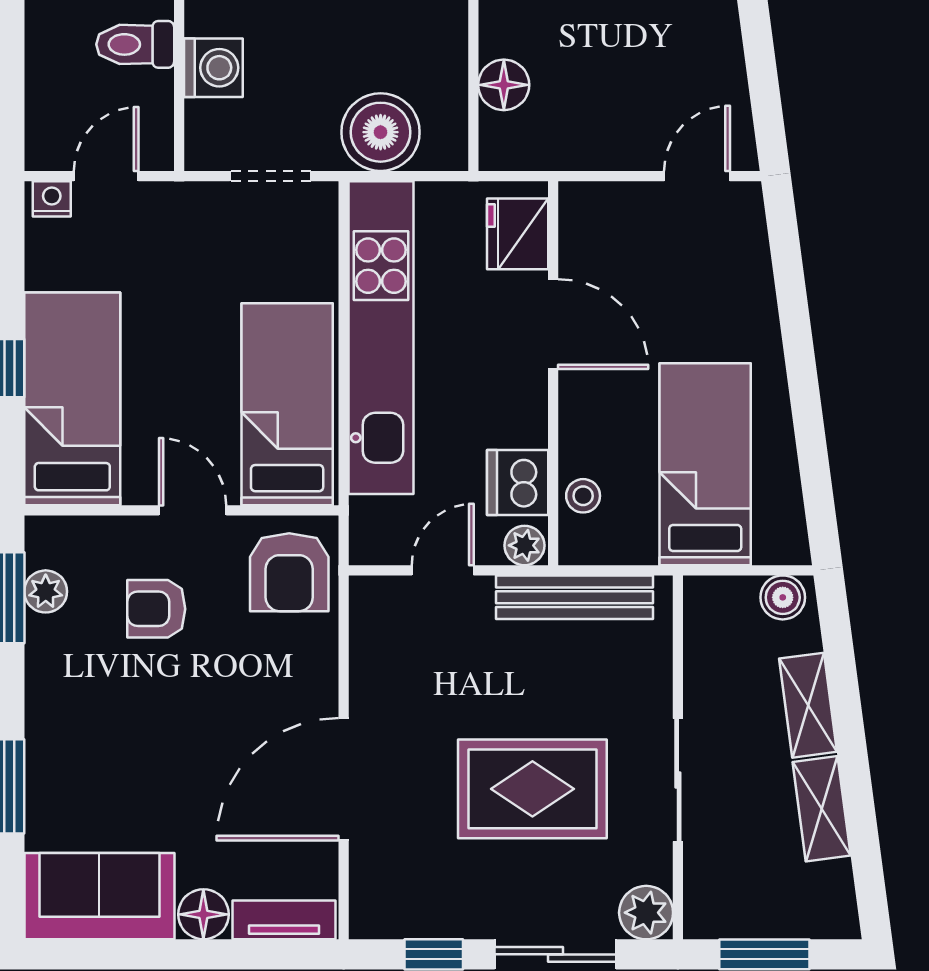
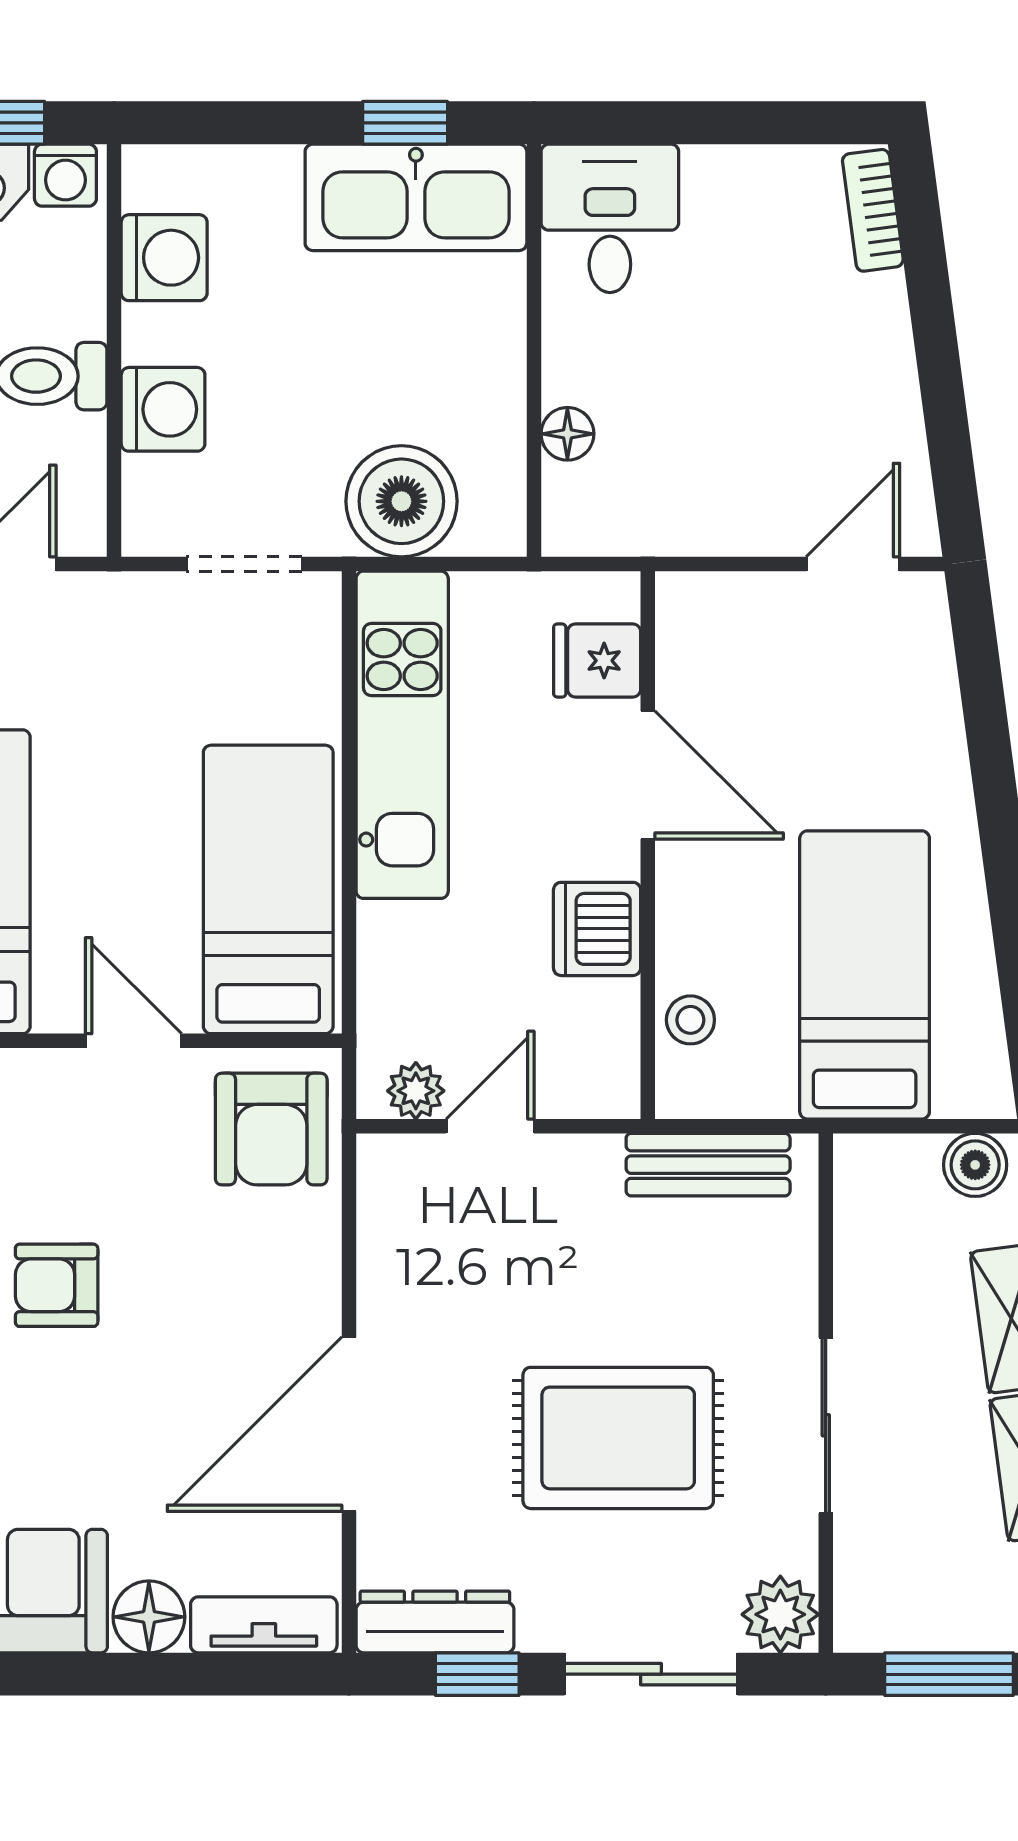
floor lamp: (504, 85) -> (567, 434), width x0.73, depth x0.73
fridge: (518, 234) -> (597, 661), width x0.72
kitchen unit: (381, 338) -> (402, 735), width x0.73
dishwasher: (518, 483) -> (597, 929), moved
plant: (524, 545) -> (416, 1091), moved
bench: (575, 597) -> (708, 1165), width x0.73
armchair: (156, 609) -> (57, 1285), moved
dresser: (404, 918) -> (435, 1622), added

